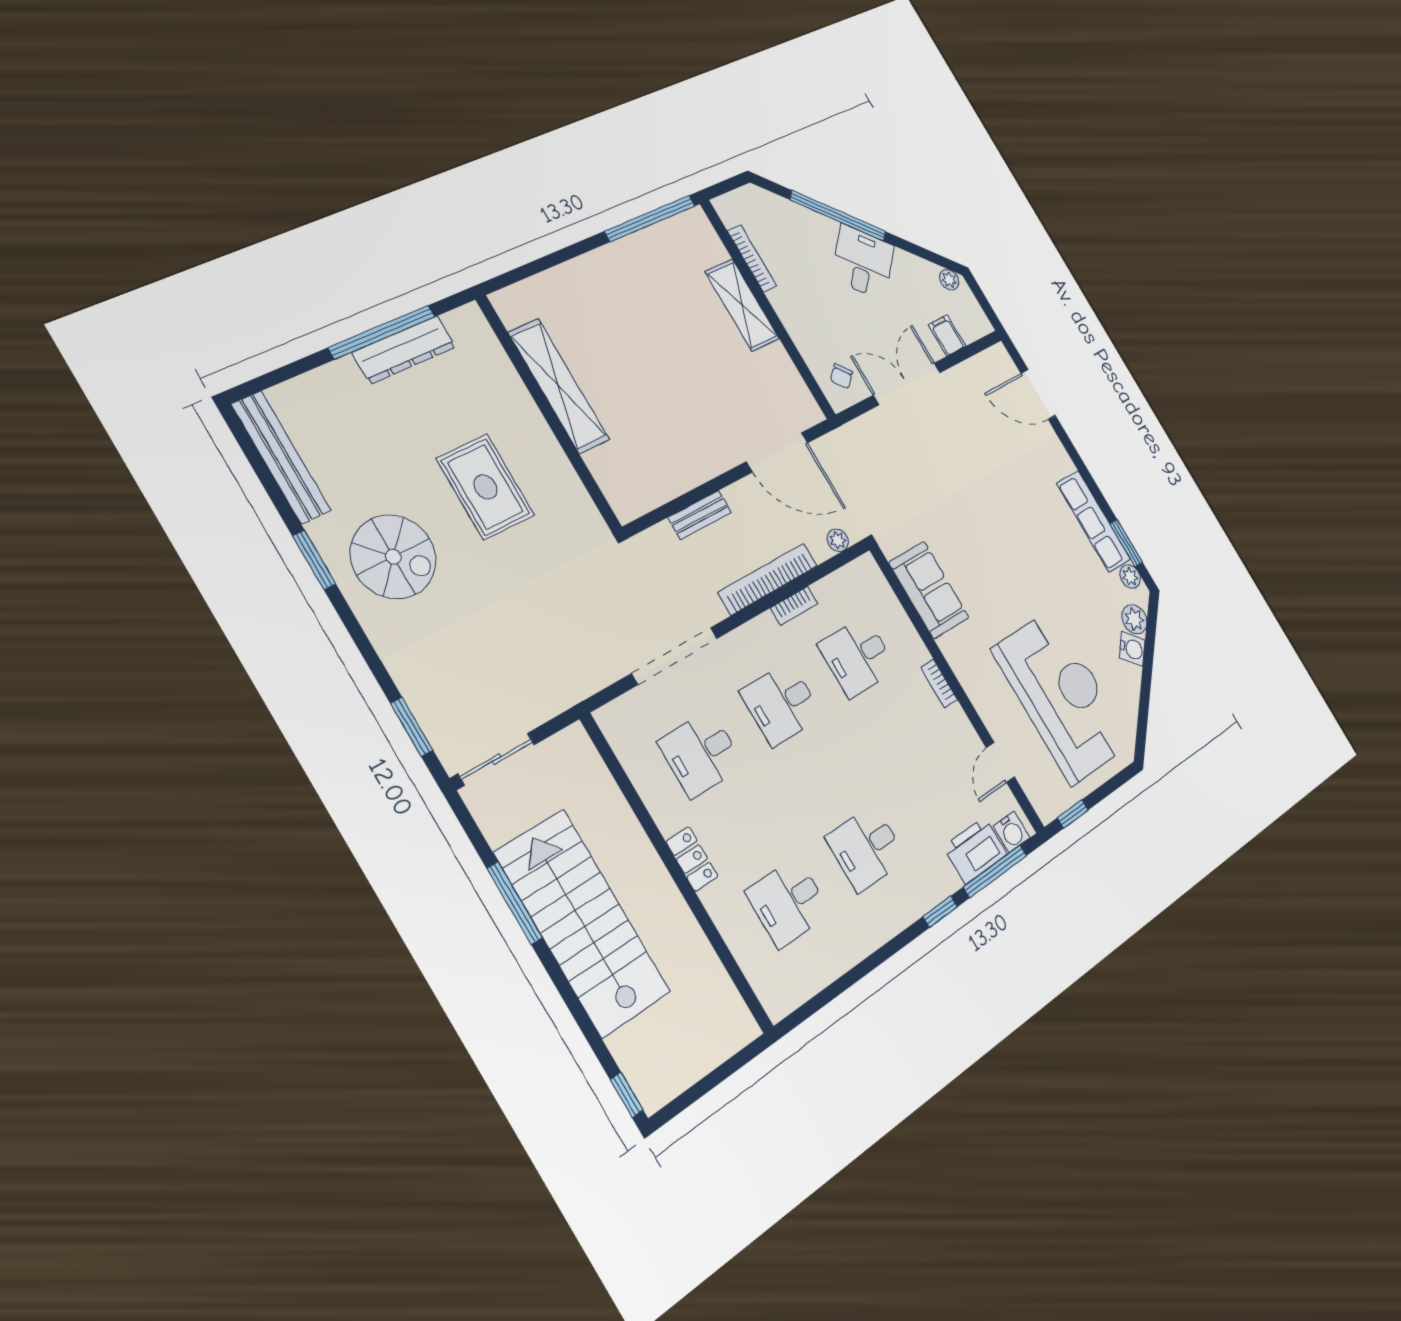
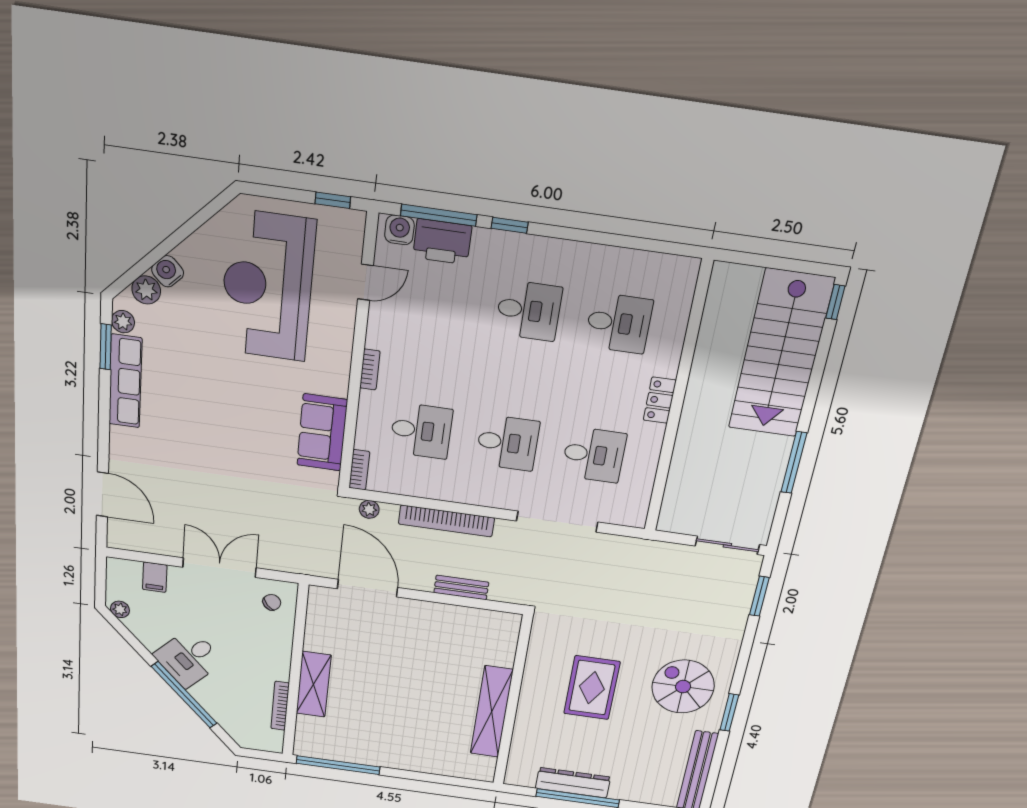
double door: (907, 384) -> (219, 568), swing flipped
bookcase: (794, 606) -> (359, 470), moved, turned 90
stairs: (582, 923) -> (781, 354), moved

